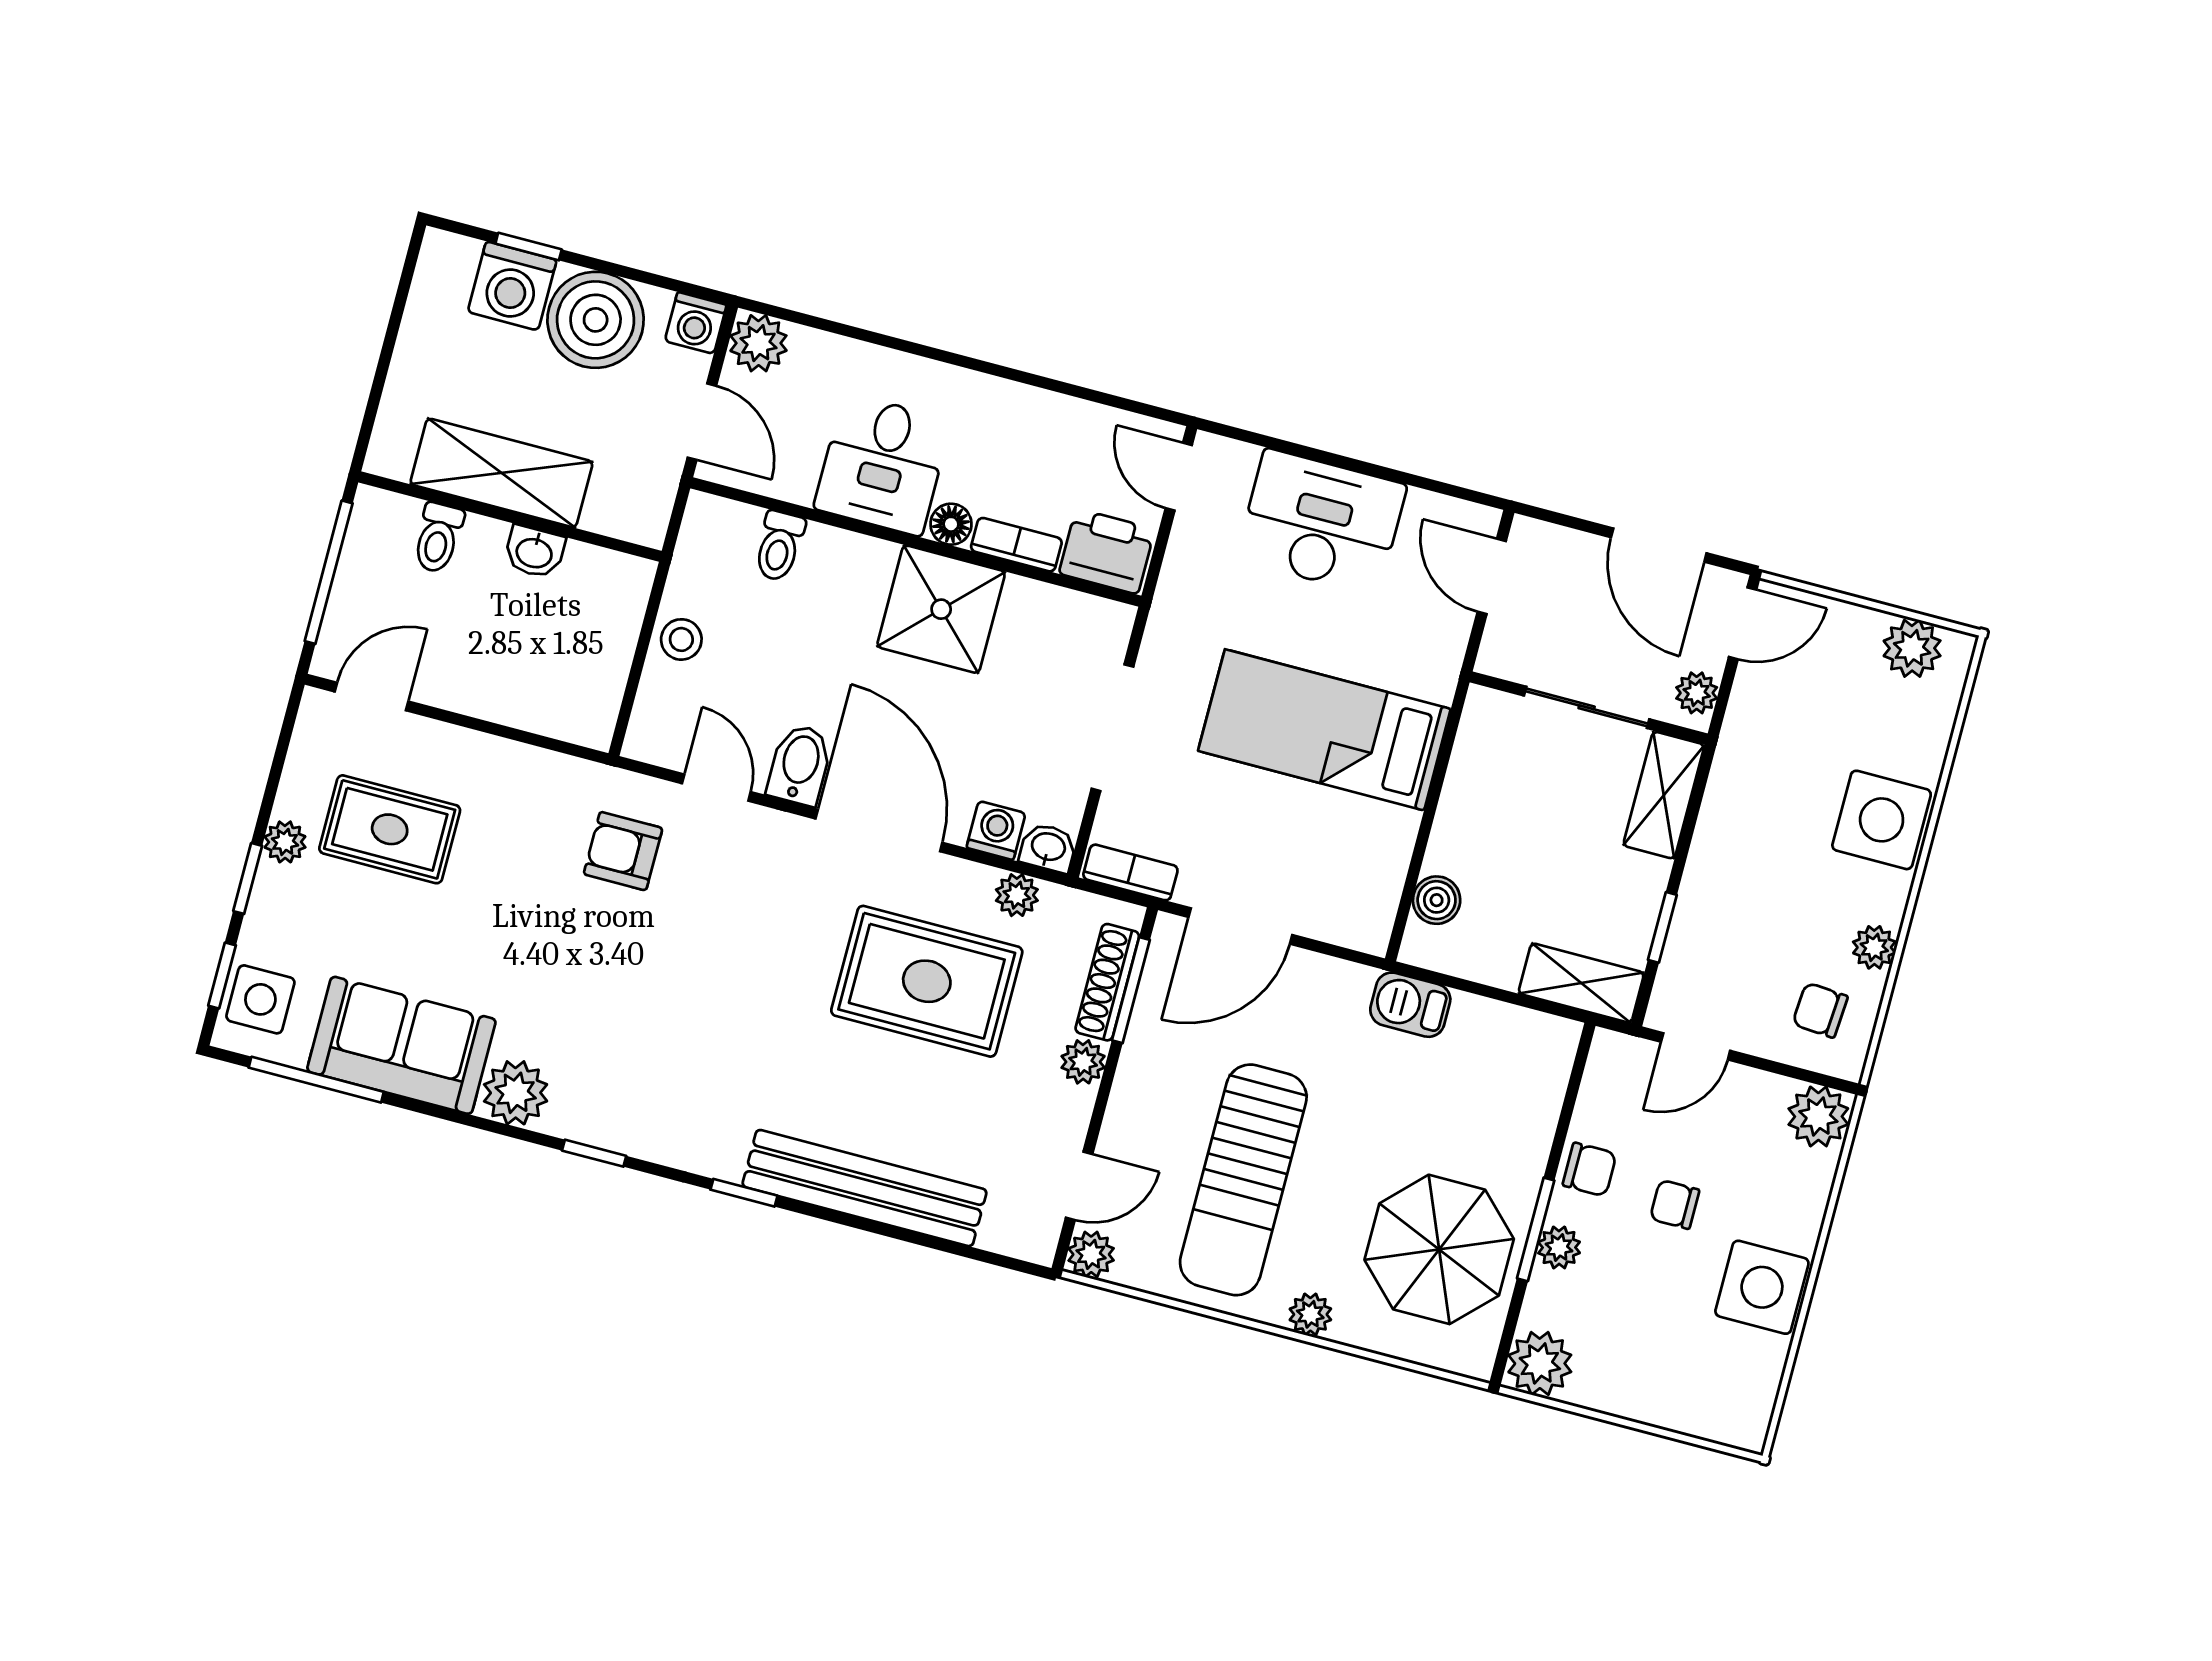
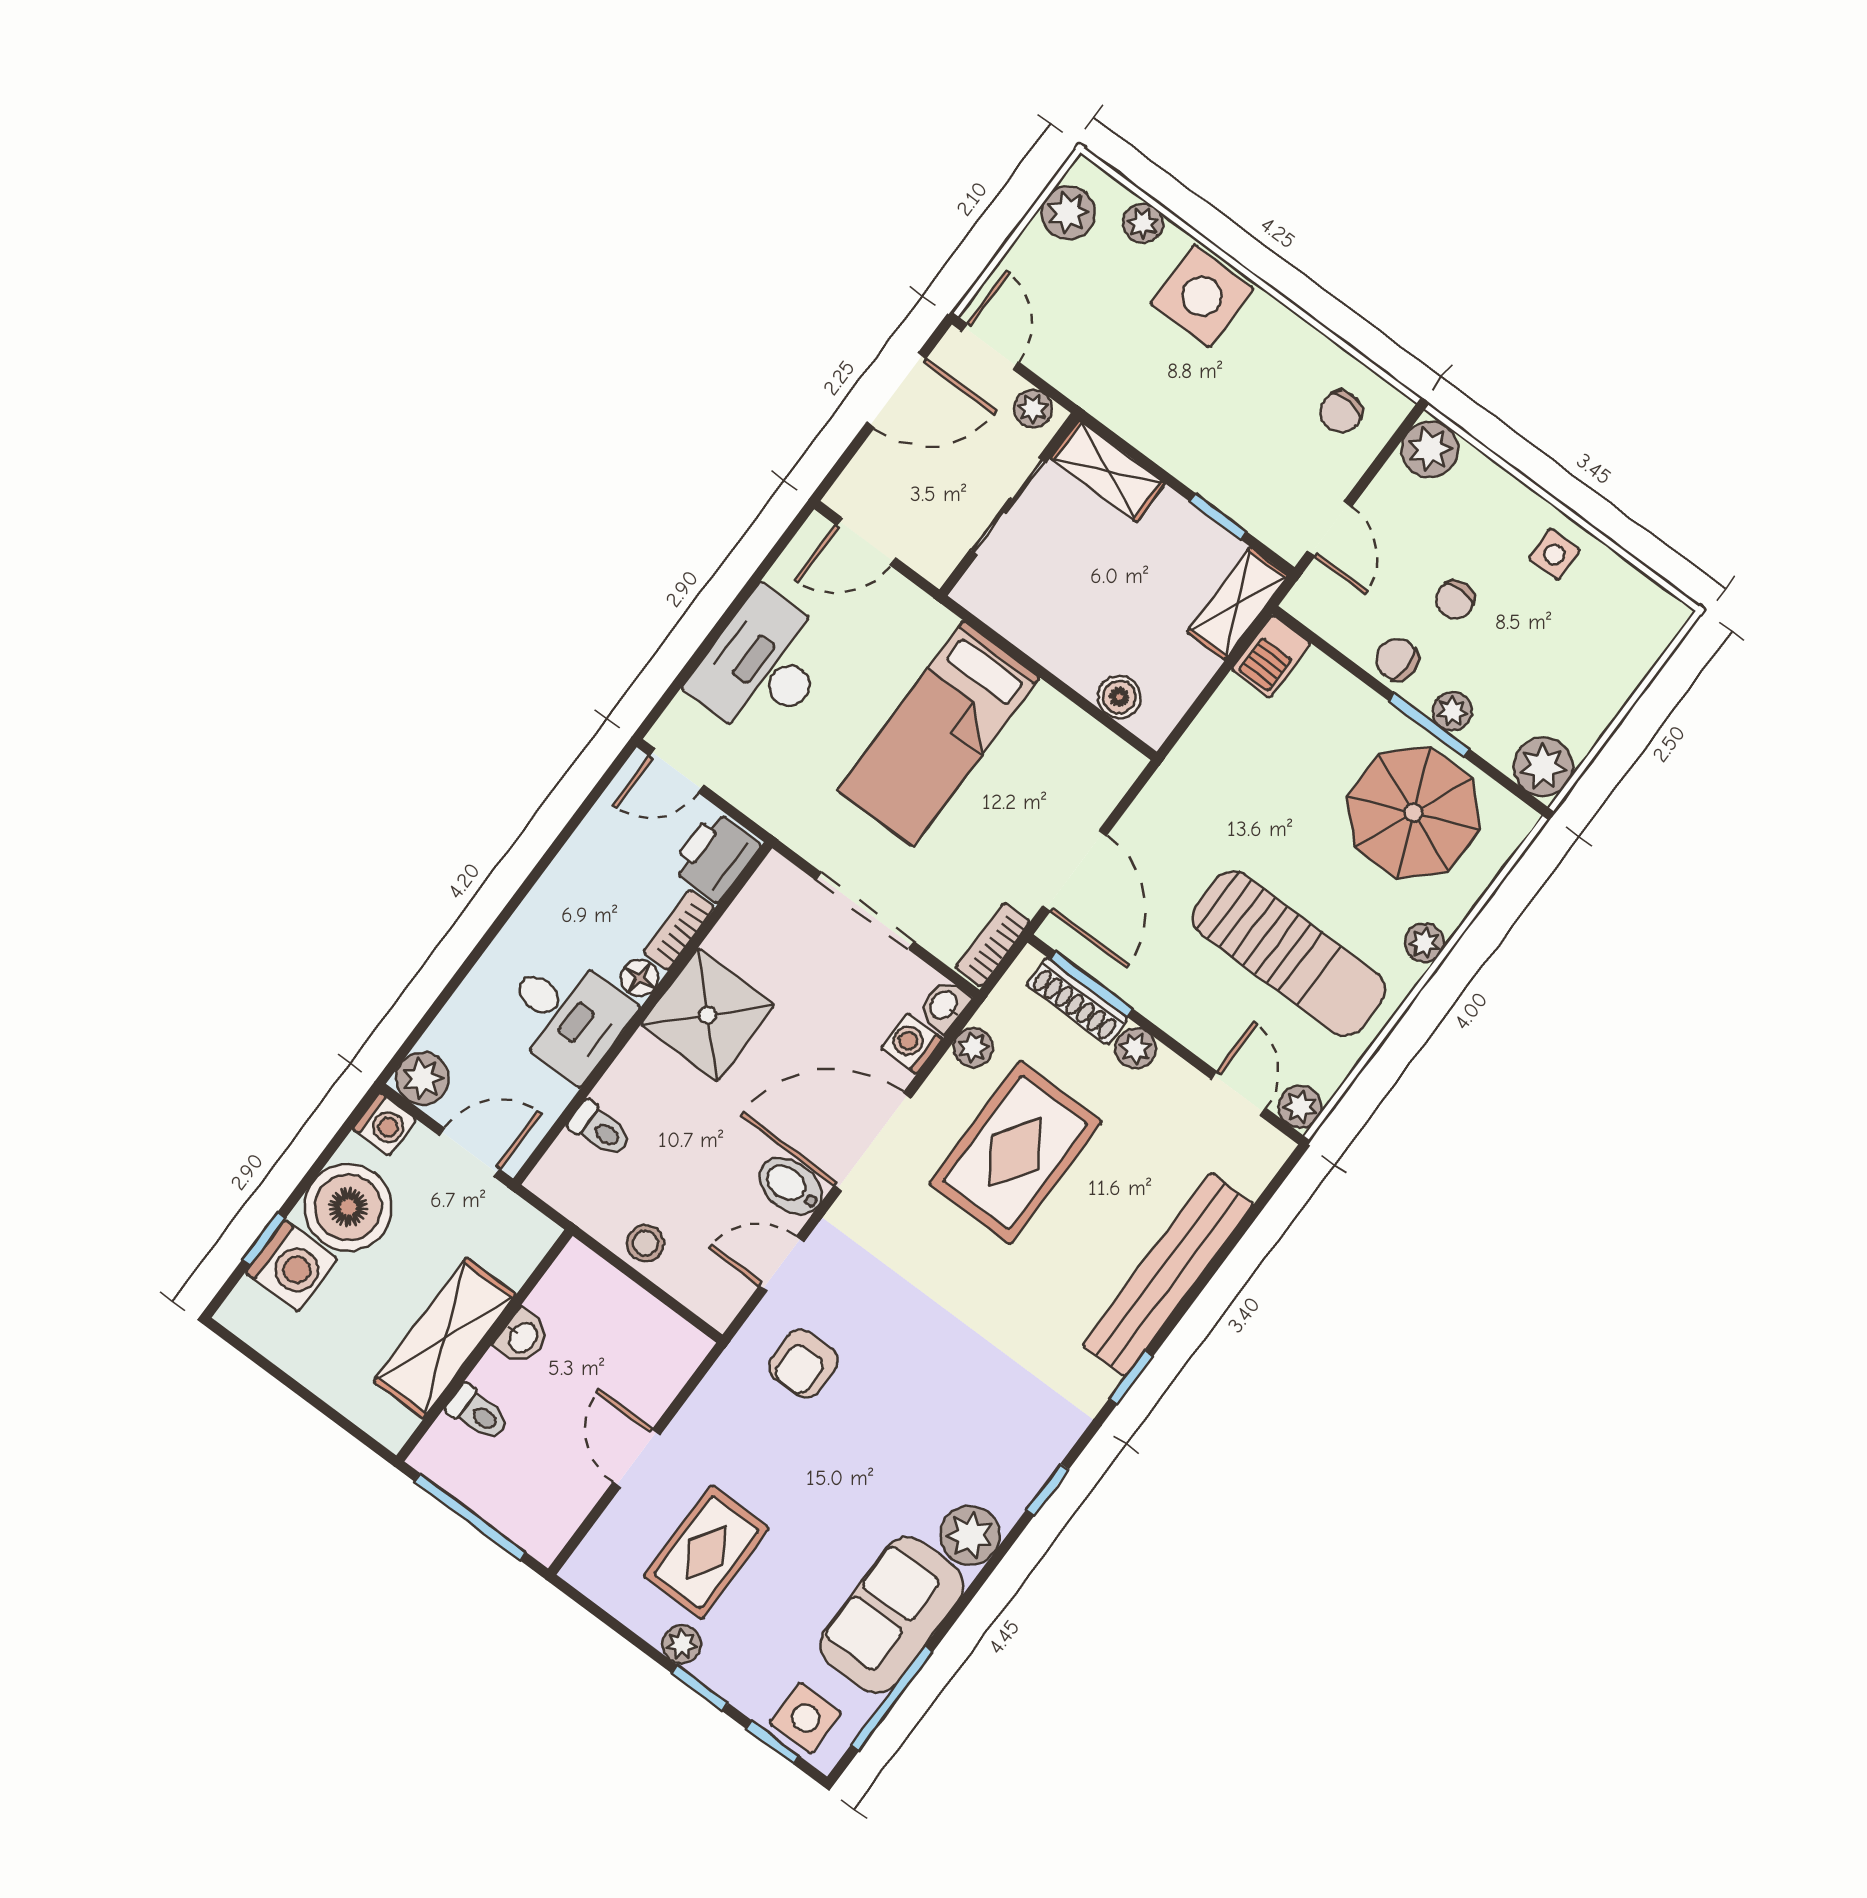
door: (371, 696) -> (637, 1458), moved
plant: (1874, 947) -> (1143, 223), moved
barbecue: (1410, 1005) -> (1271, 656), moved
chair: (1589, 1169) -> (1397, 659), turned -90
side table: (1762, 1287) -> (1554, 554), width x0.54, depth x0.54

